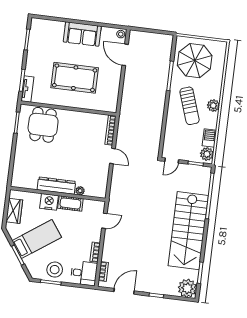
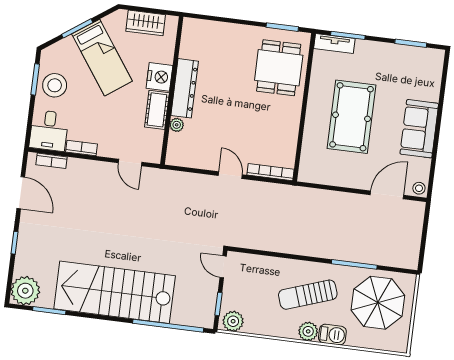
dining table: (43, 125) -> (279, 68), turned 90
barbecue: (209, 138) -> (332, 335), moved
door: (112, 156) -> (230, 175), swing flipped

